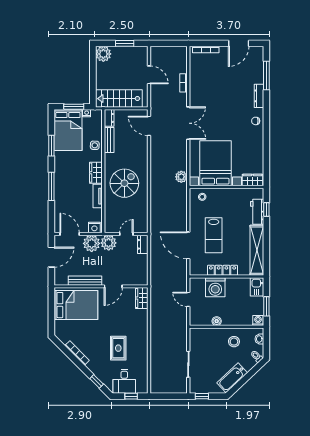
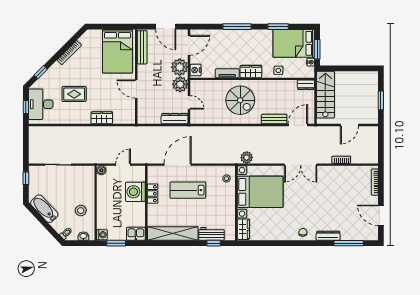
plant: (103, 54) -> (370, 79), removed
bench: (109, 140) -> (274, 119), moved
dresser: (143, 244) -> (175, 119), width x1.44
locker: (223, 270) -> (152, 194), width x0.66
bench: (85, 281) -> (142, 47), moved
wardrobe: (142, 298) -> (102, 118), moved
boiler: (217, 321) -> (101, 170), moved
desk: (124, 381) -> (41, 104), width x1.37

